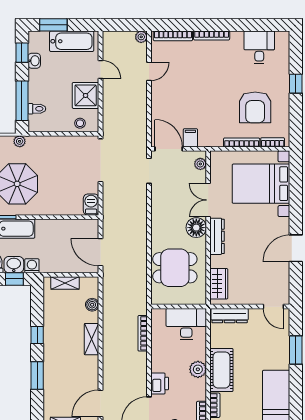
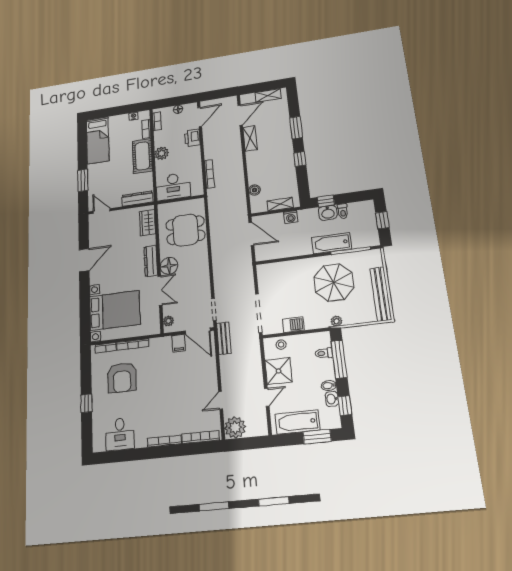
plant: (141, 37) -> (235, 427), width x1.87, depth x1.87
door: (100, 70) -> (267, 397), swing flipped
bidet: (36, 75) -> (329, 386), added
armchair: (255, 107) -> (122, 378), turned 180
bench: (141, 137) -> (224, 338), added
barbecue: (91, 205) -> (293, 325), moved, turned -90
washing machine: (32, 266) -> (291, 217), moved
shelving: (92, 339) -> (250, 138), moved

